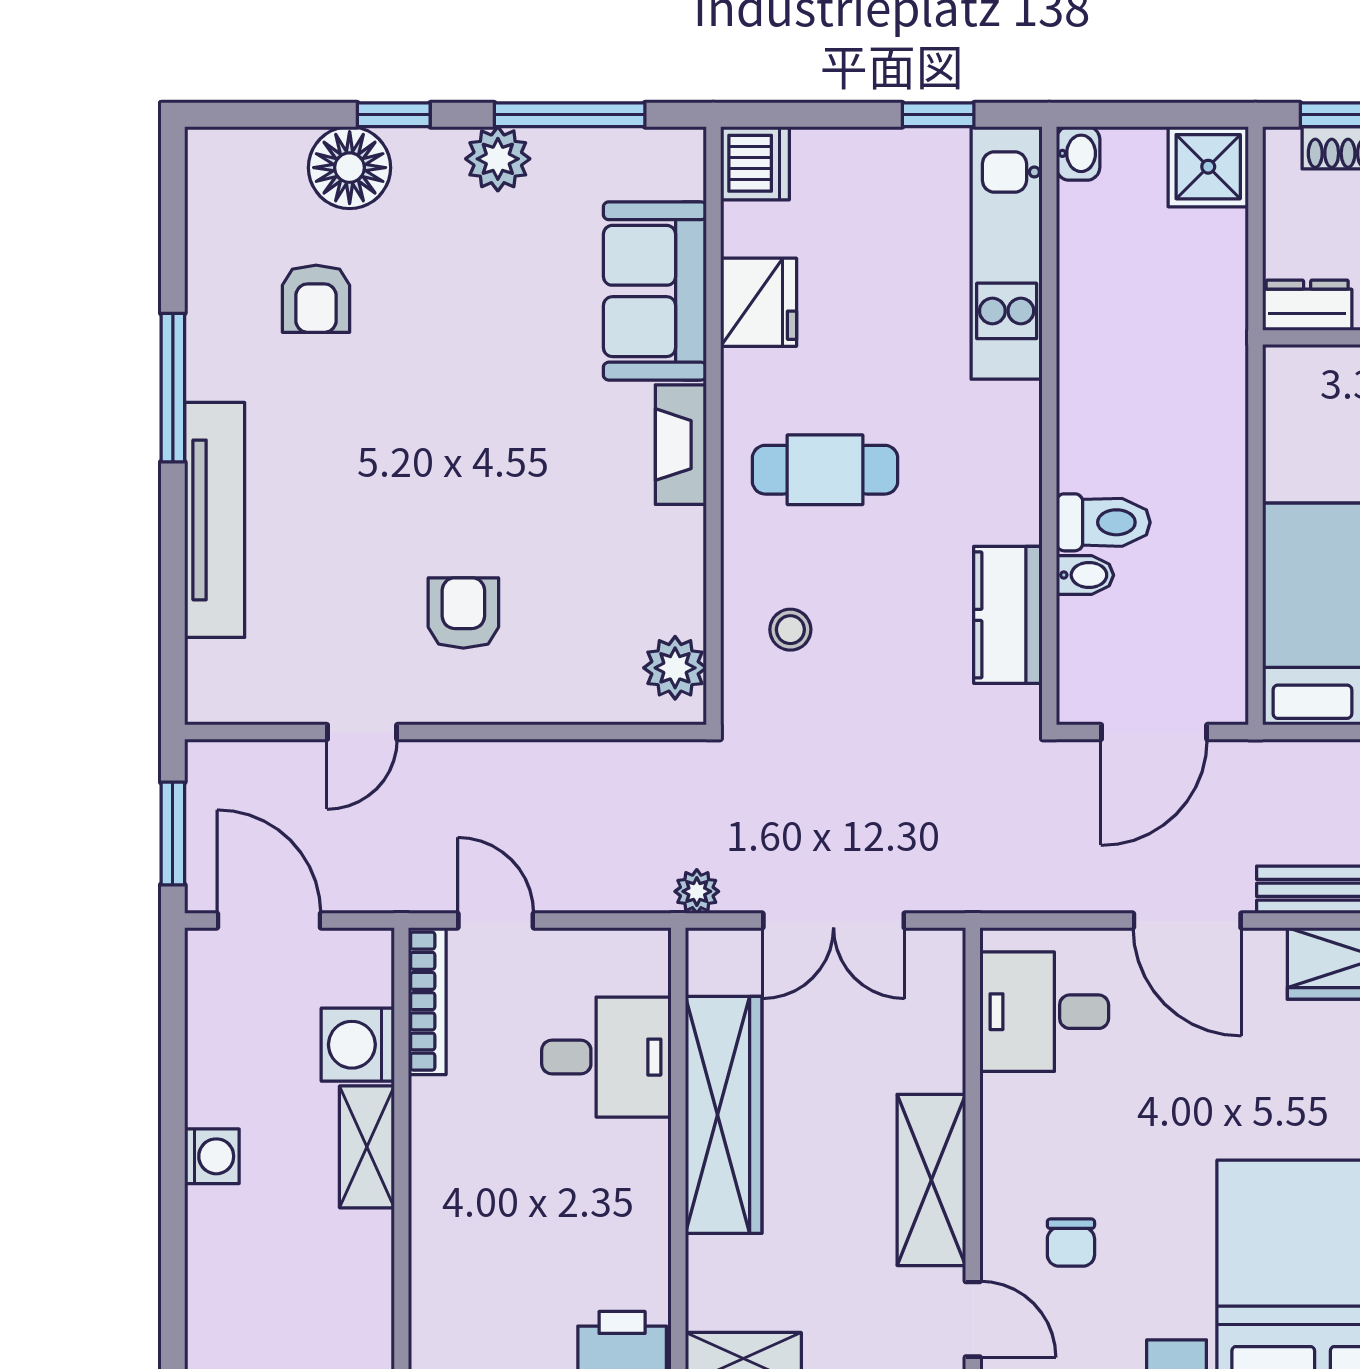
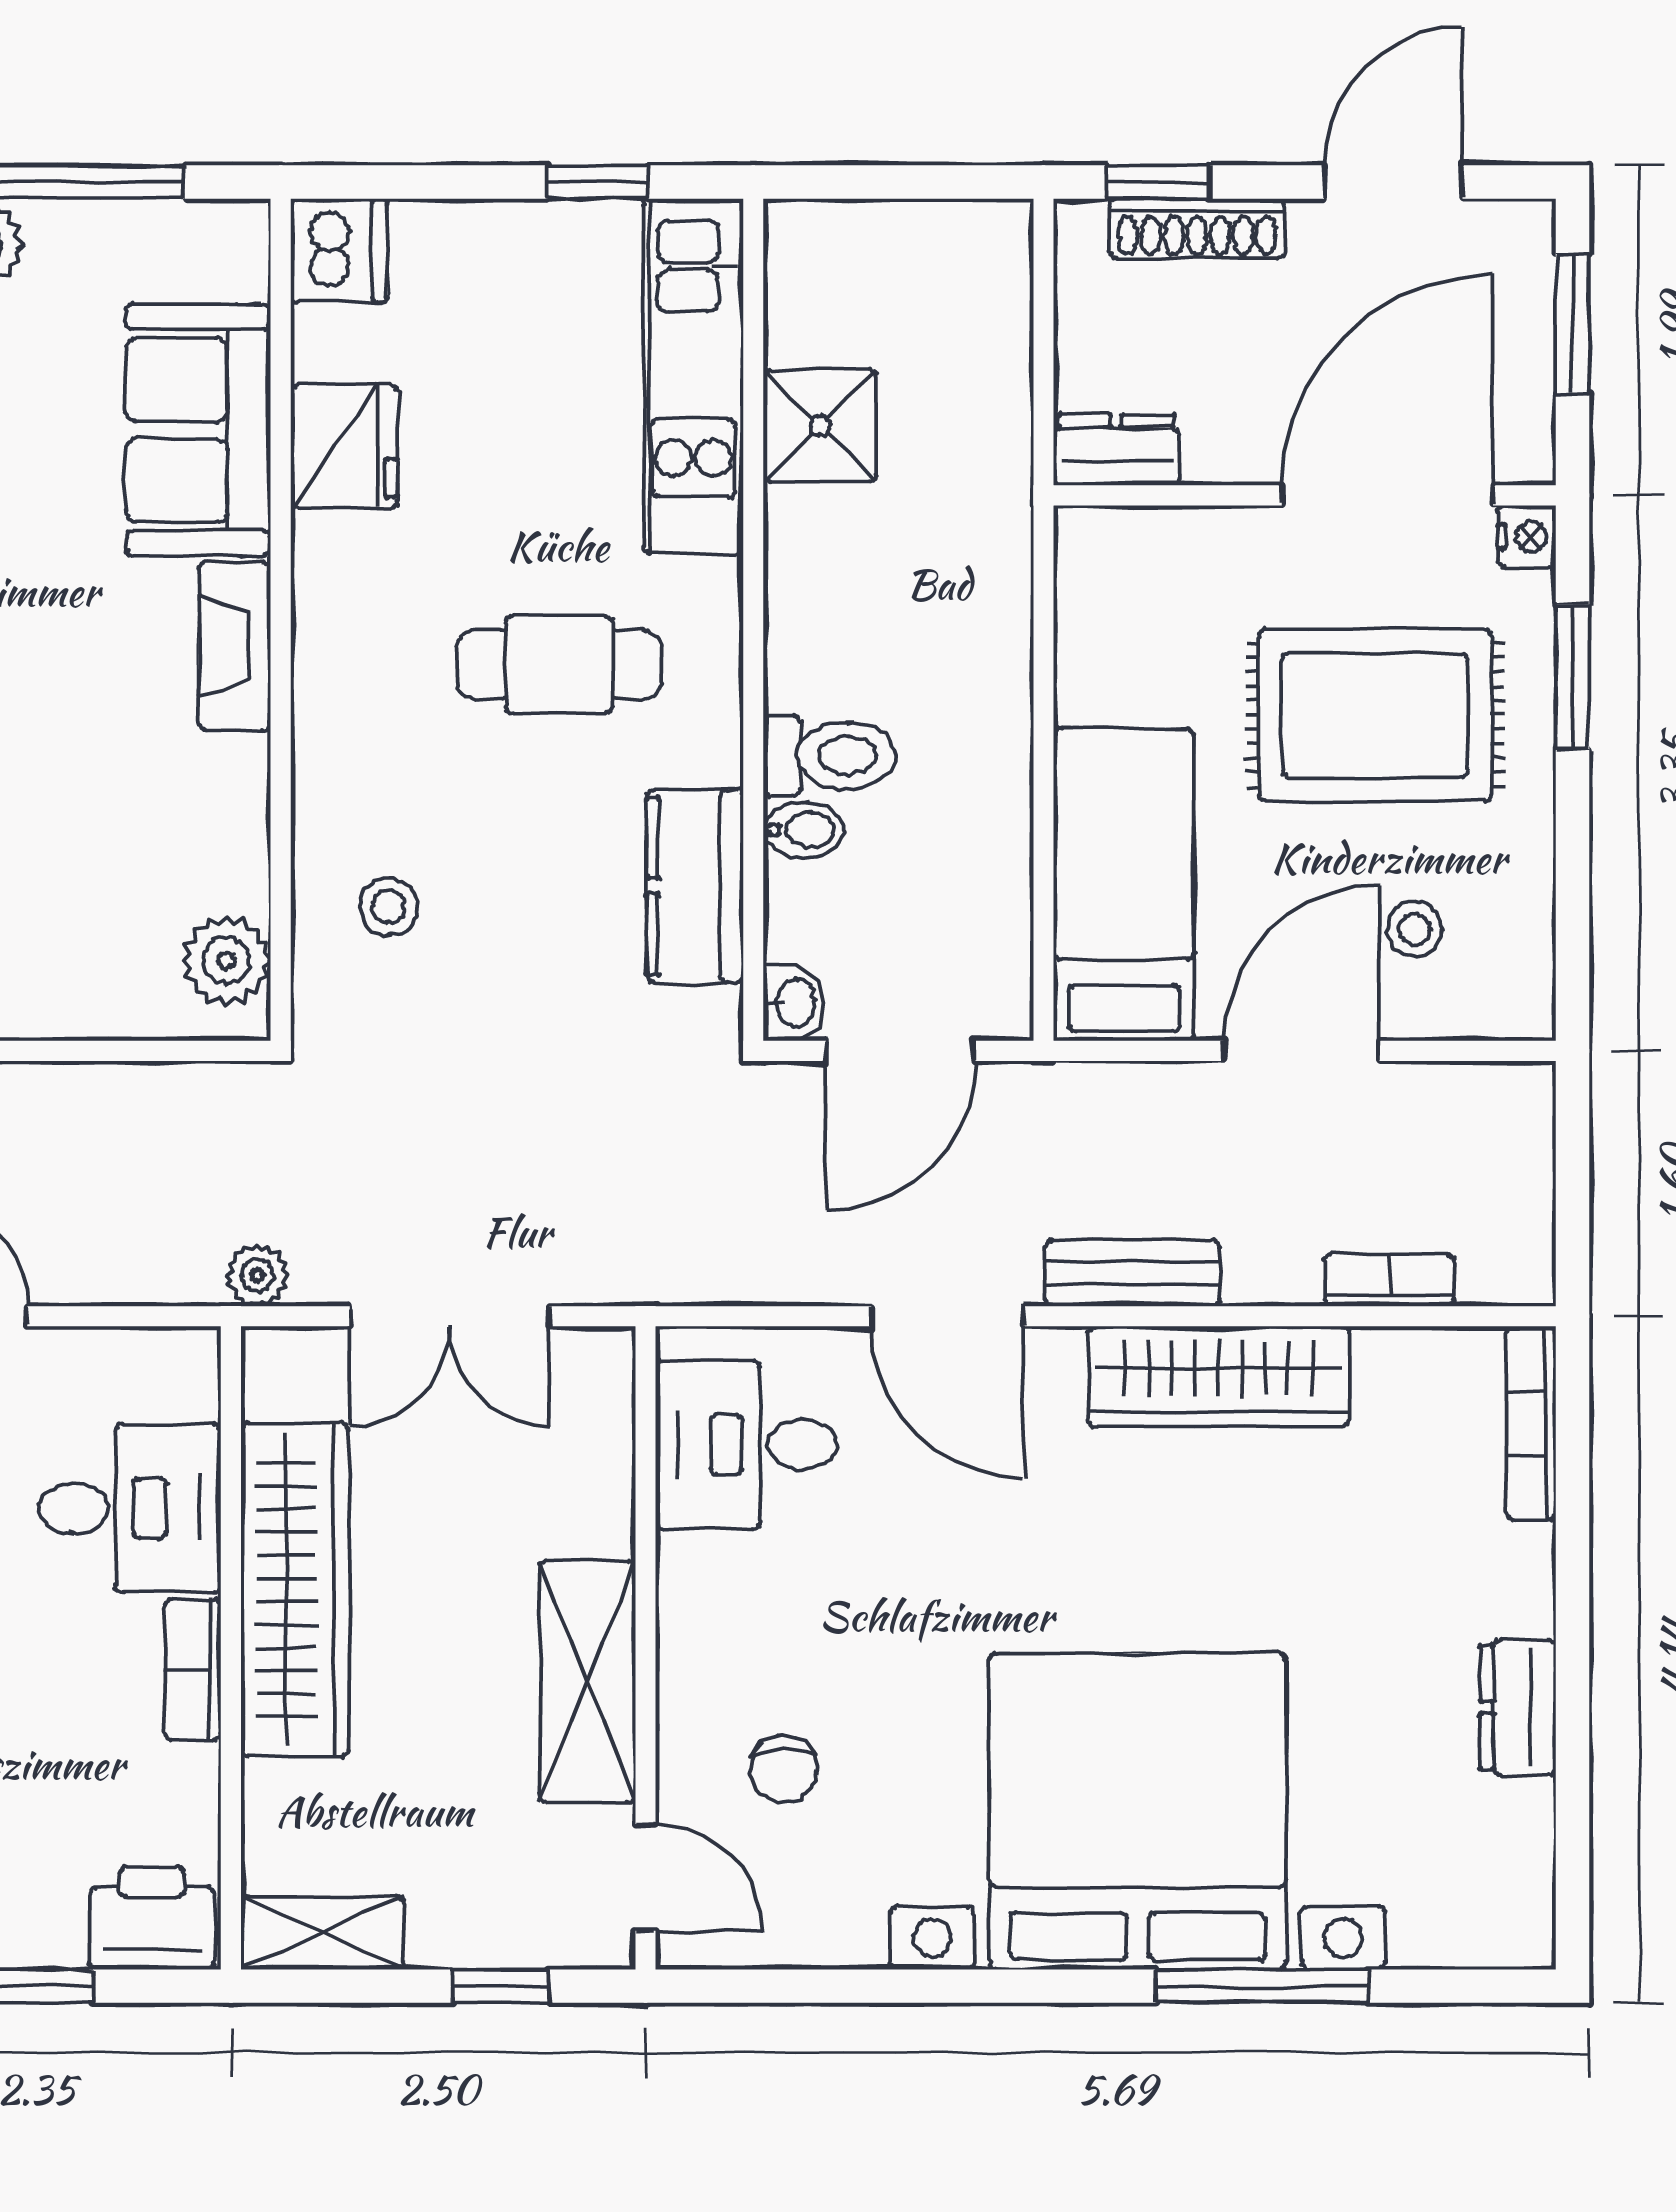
washbasin: (1078, 153) -> (794, 1003), moved
shower: (1208, 167) -> (820, 426), moved
cafe table: (825, 470) -> (559, 665), moved
bookcase: (651, 1172) -> (193, 1670), added

